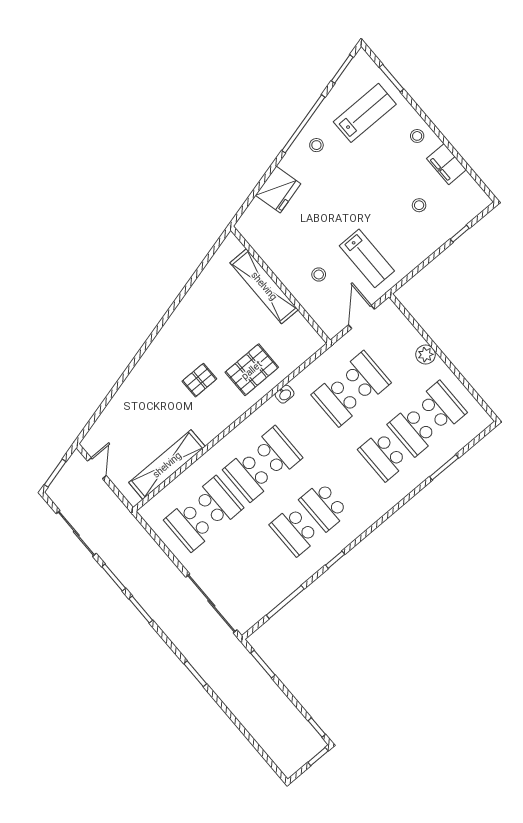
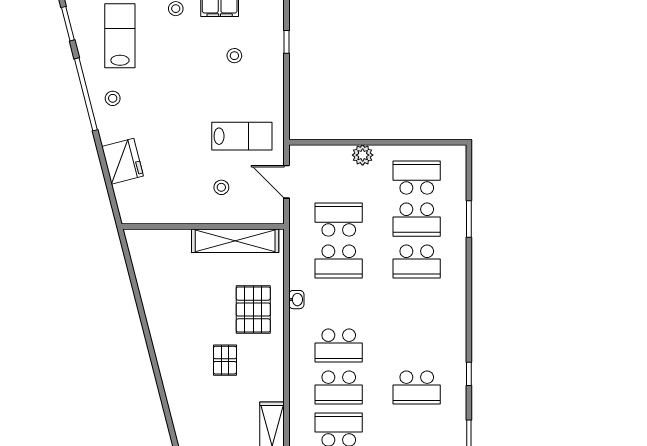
shelving: (264, 286) -> (235, 241), moved
school desk: (277, 451) -> (339, 346), turned 180
school desk: (324, 506) -> (417, 346), removed

